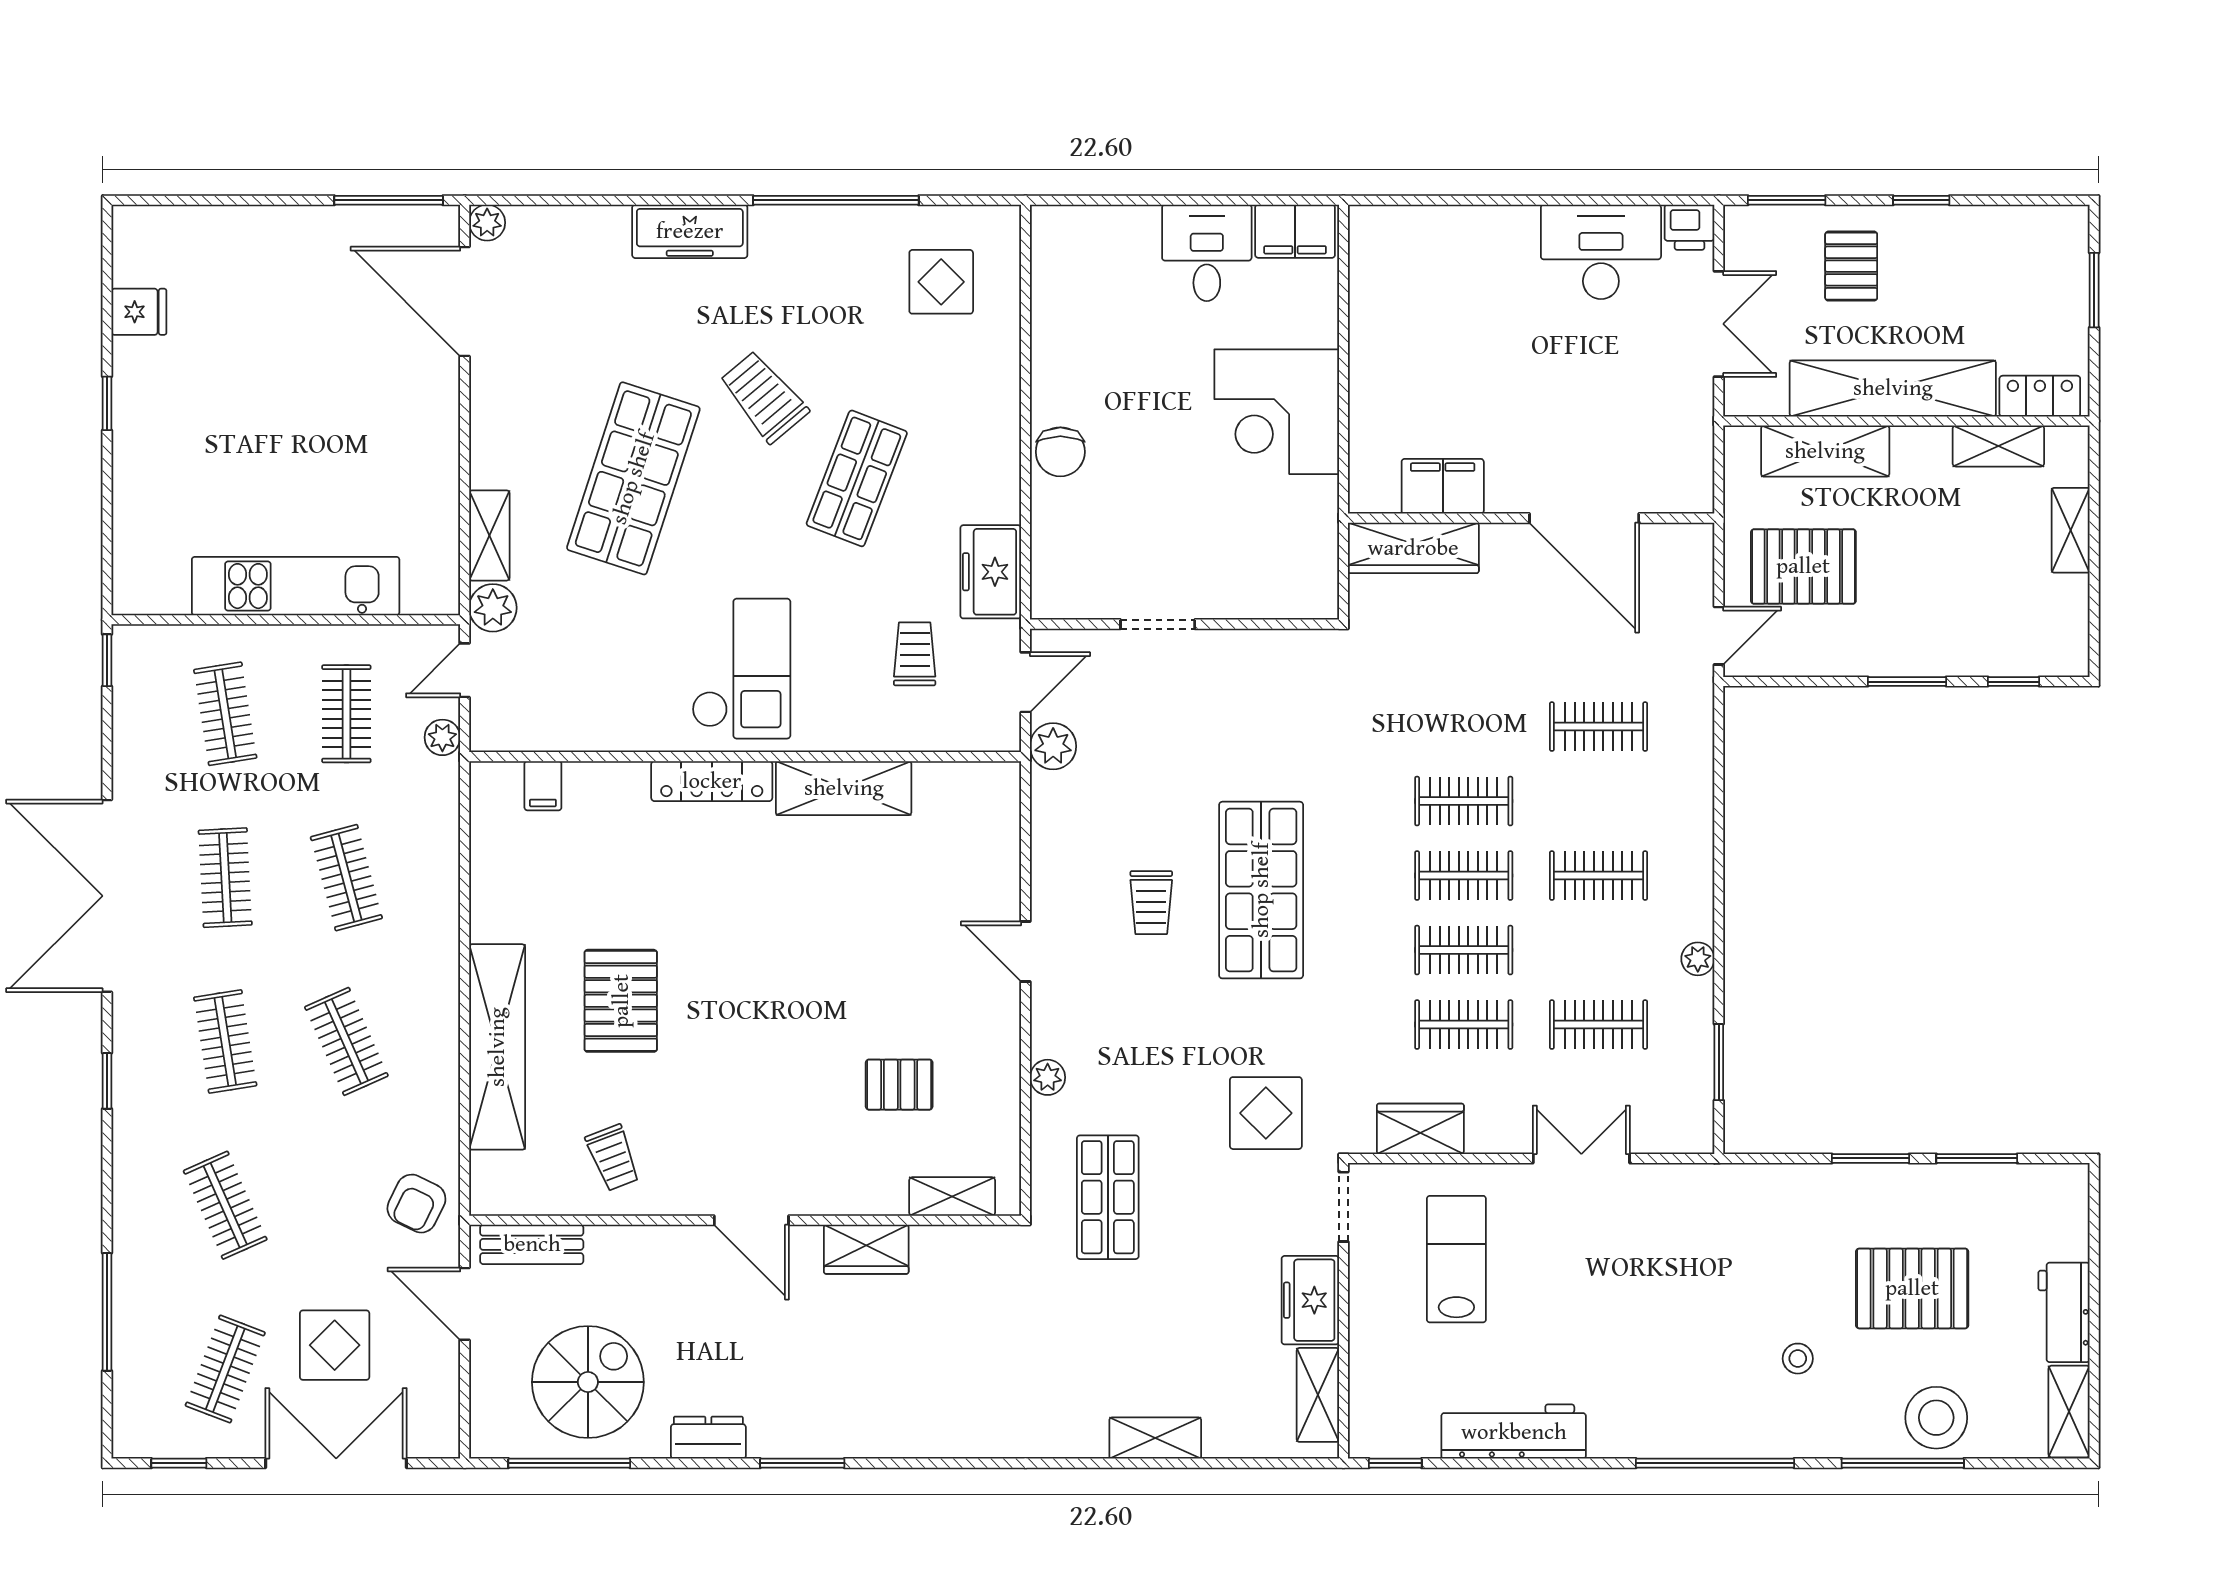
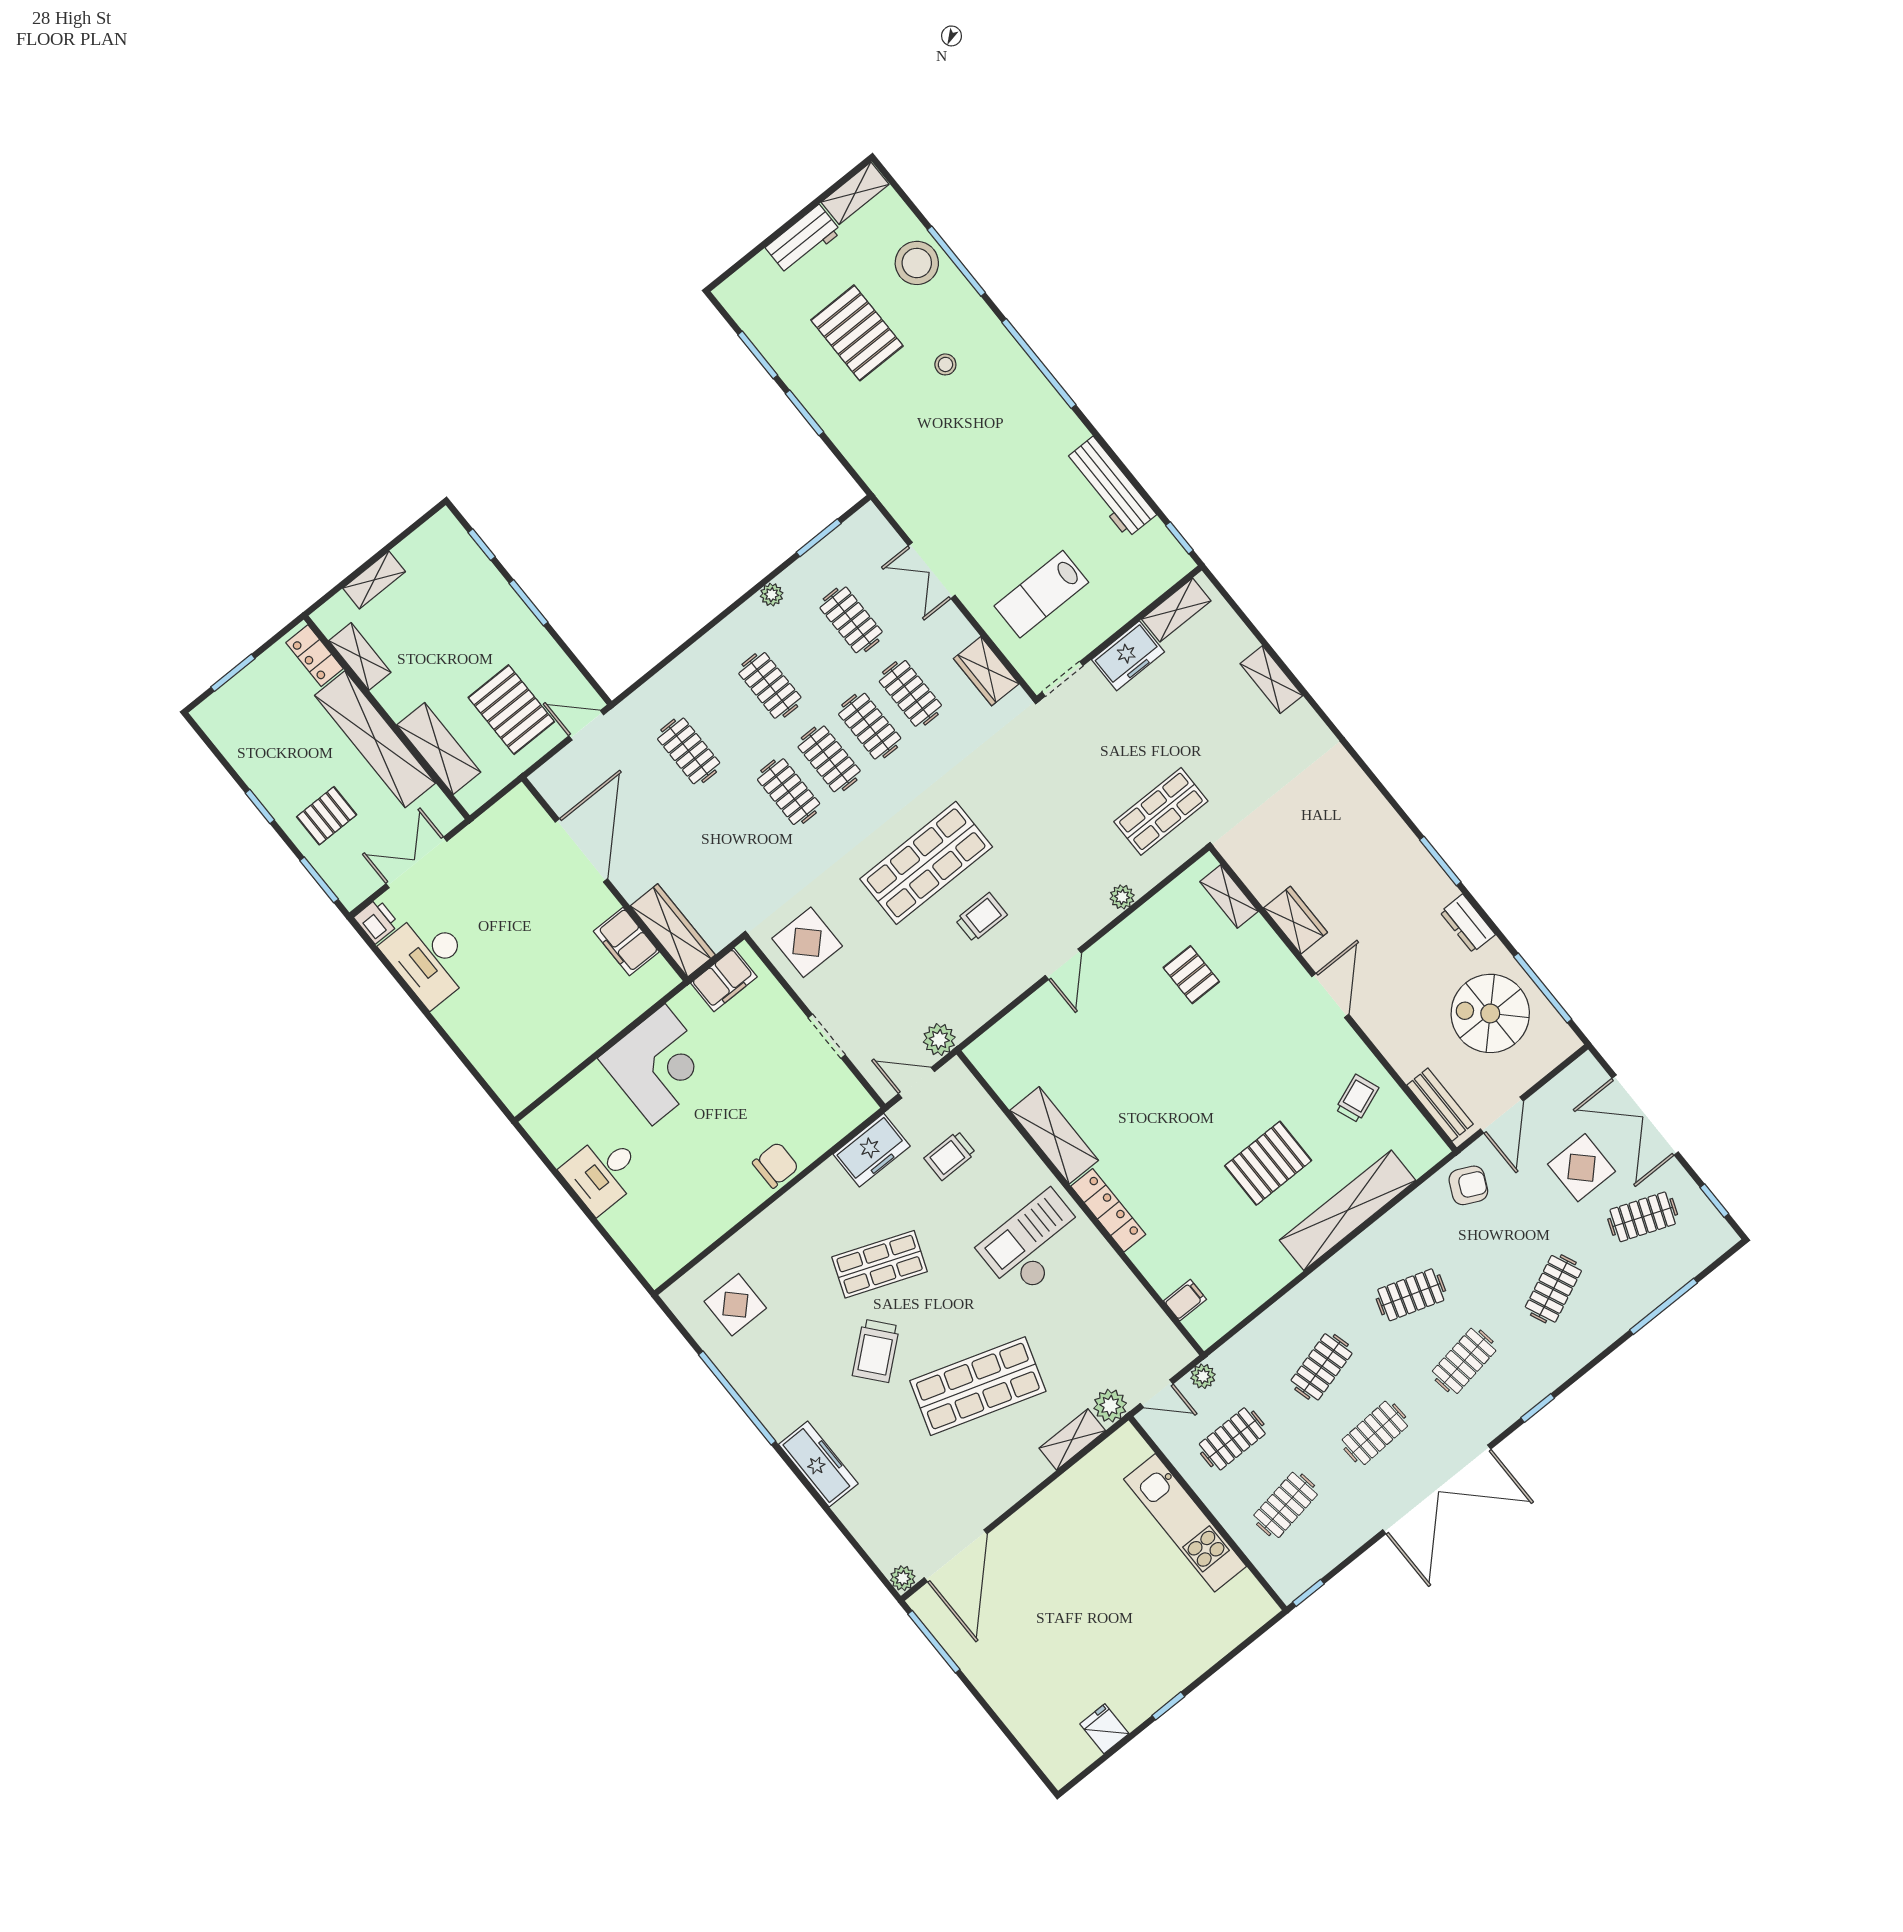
filing cabinet: (1295, 231) -> (724, 980), moved, turned 90
clothes rail: (346, 1041) -> (1411, 1295), turned 42
display table: (1266, 1113) -> (807, 942), moved

